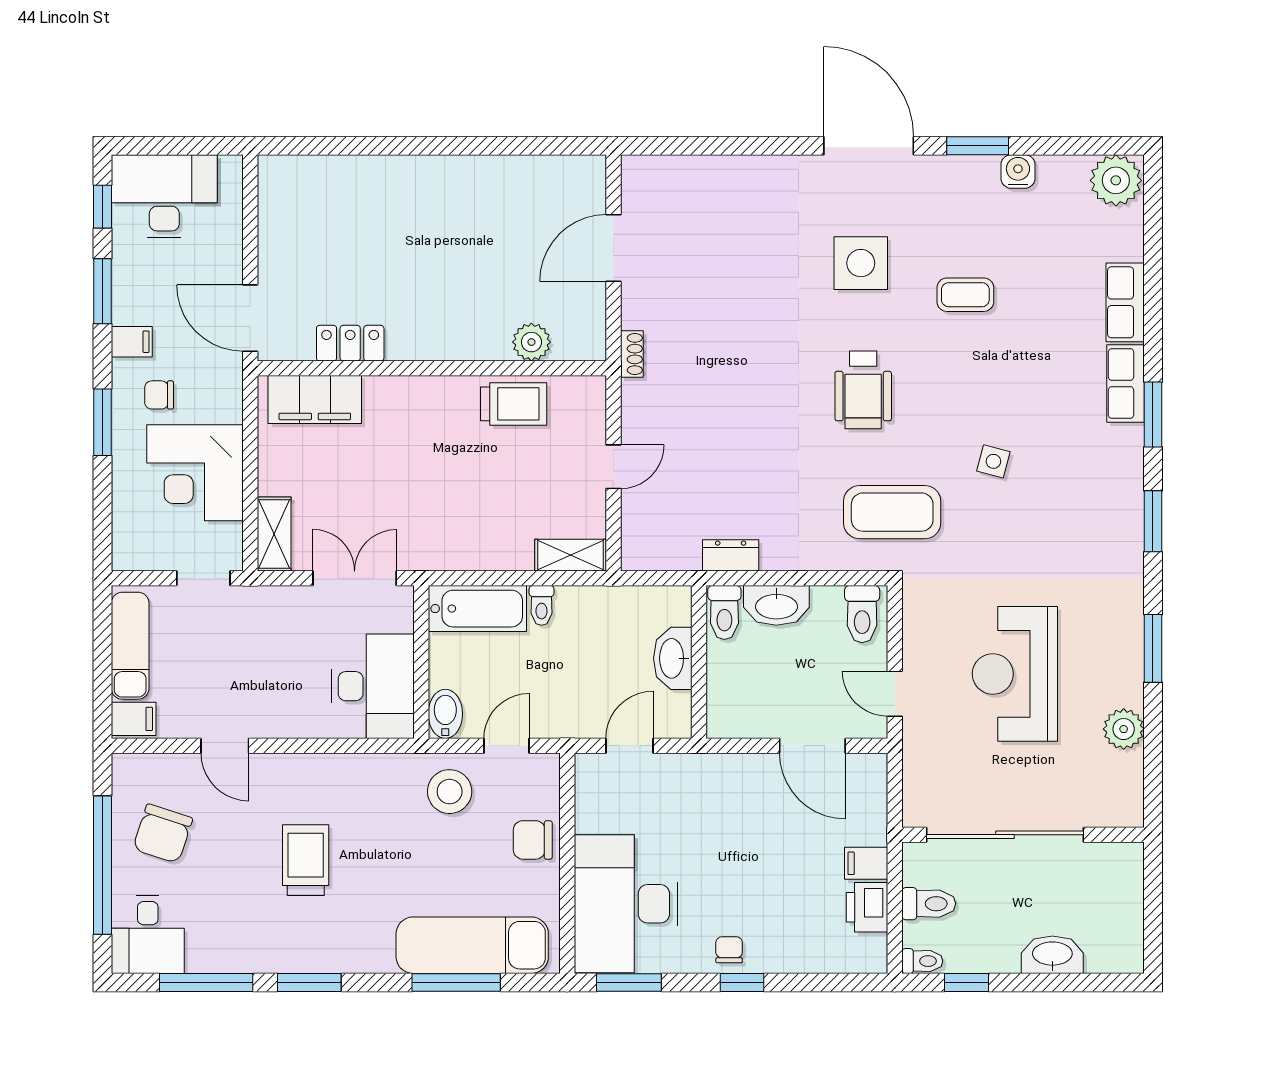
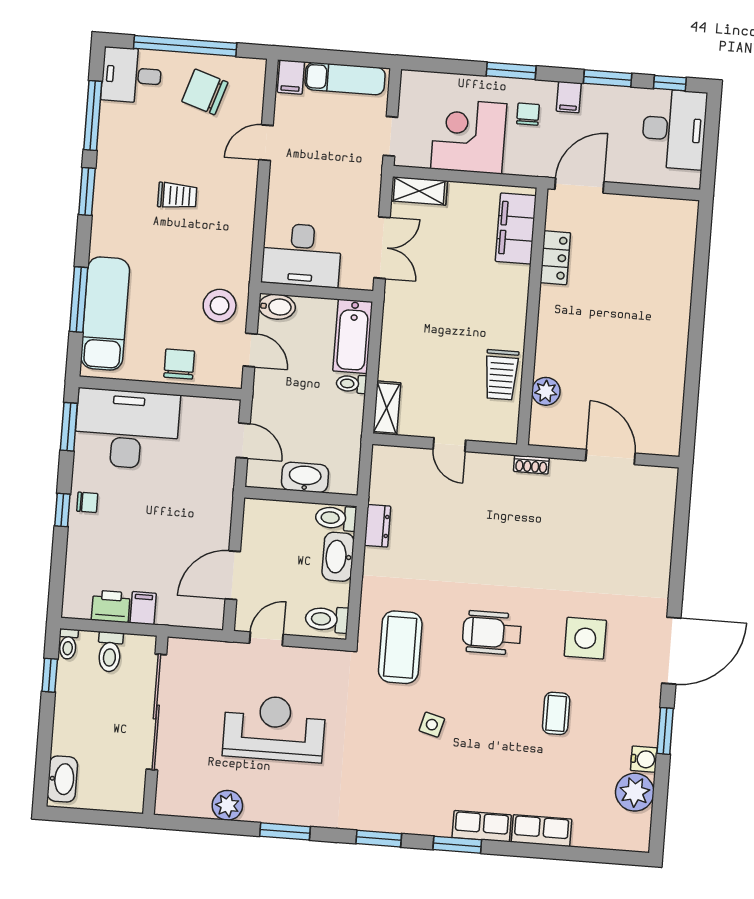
plant: (1116, 180) -> (635, 792), moved
trolley: (306, 860) -> (177, 196), width x0.73, depth x0.72
washbasin: (1052, 955) -> (62, 779), moved

